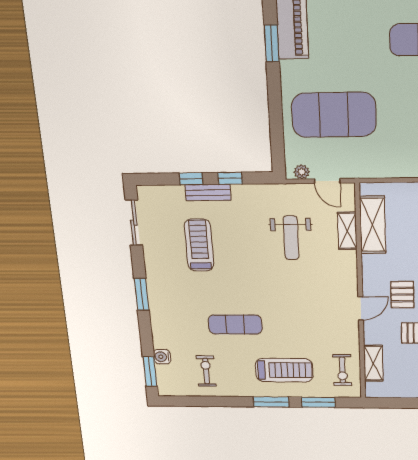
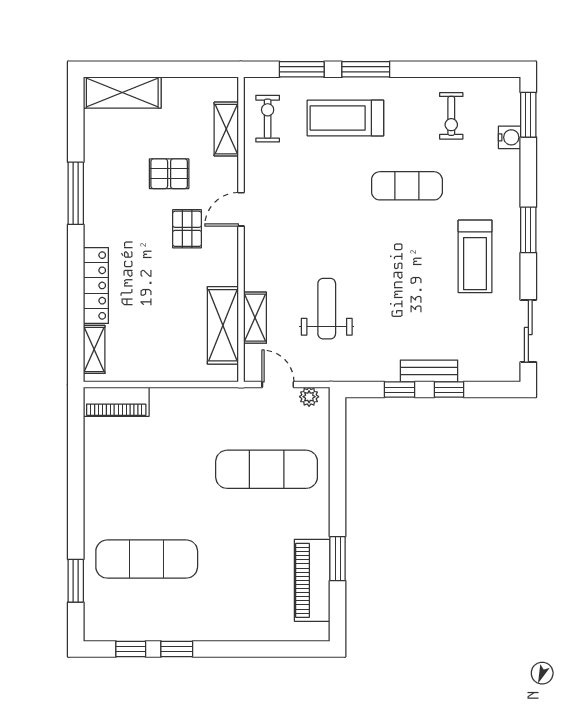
exercise mat: (334, 115) -> (267, 469), width x0.68
treadmill: (199, 245) -> (475, 256), moved

